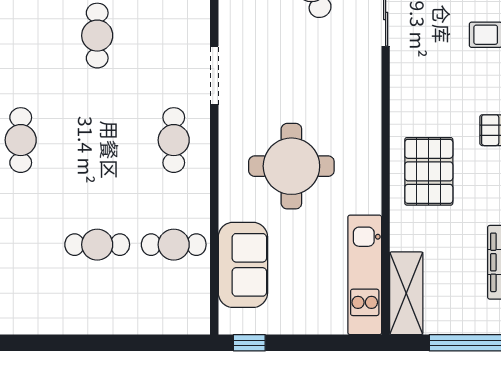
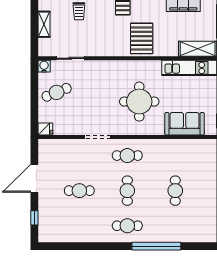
pallet: (429, 171) -> (142, 38), turned 90
cafe table: (174, 245) -> (127, 191), moved

